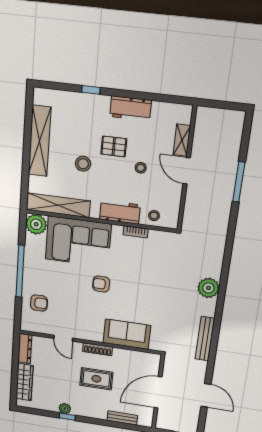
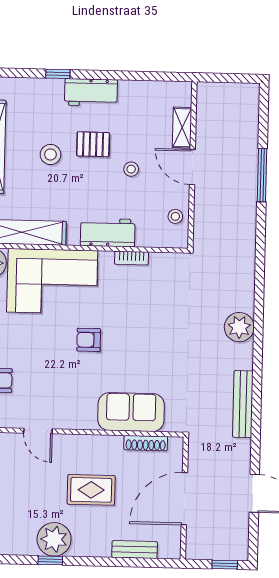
workbench: (131, 108) -> (91, 92), moved
stool: (83, 164) -> (50, 154), moved
stool: (154, 216) -> (175, 216), moved
shoe rack: (97, 349) -> (146, 443), moved
plant: (65, 409) -> (54, 539), width x1.88, depth x1.88

